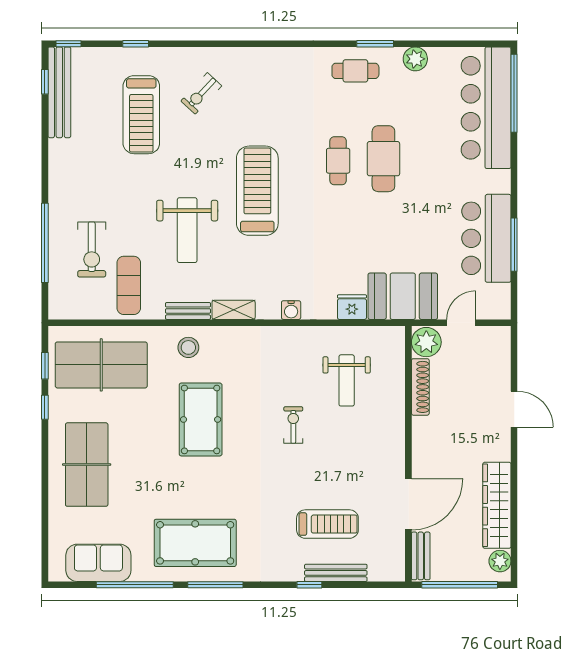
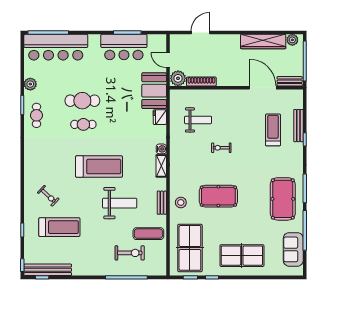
treadmill: (257, 191) -> (99, 167), turned 180
shelving: (234, 310) -> (161, 166), moved
door: (514, 409) -> (201, 33), moved

